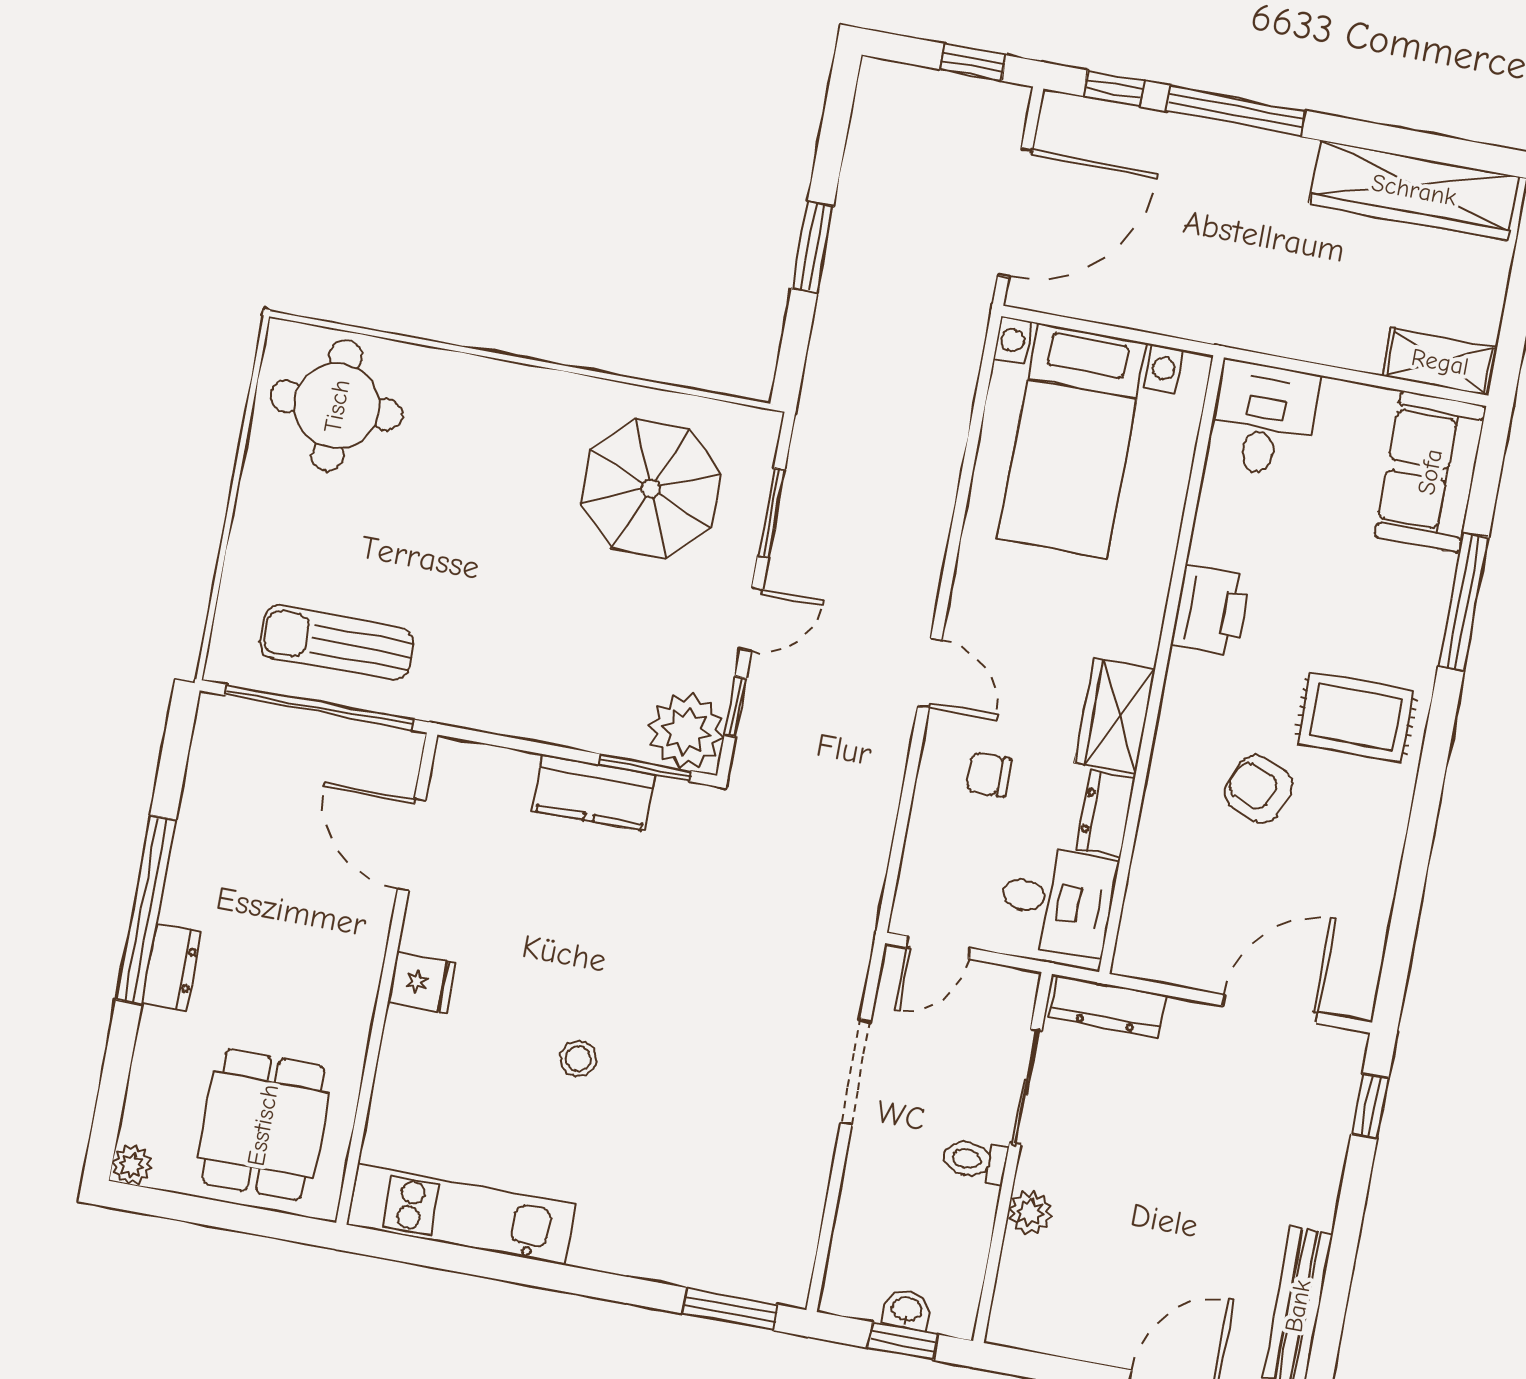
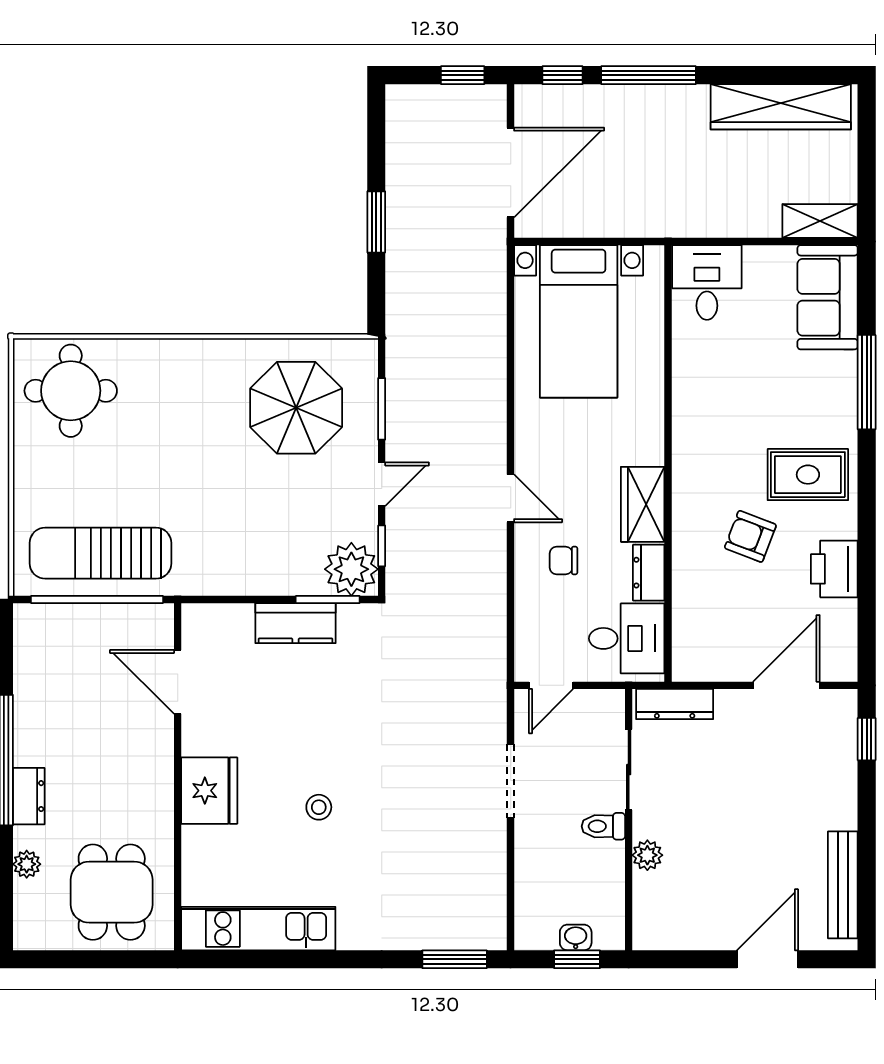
printer: (1211, 611) -> (834, 569), moved, turned 180
sun lounger: (336, 643) -> (101, 553), width x1.36, depth x1.34
fridge: (422, 983) -> (209, 791), width x1.88, depth x1.34
plant: (132, 1165) -> (27, 864), moved

